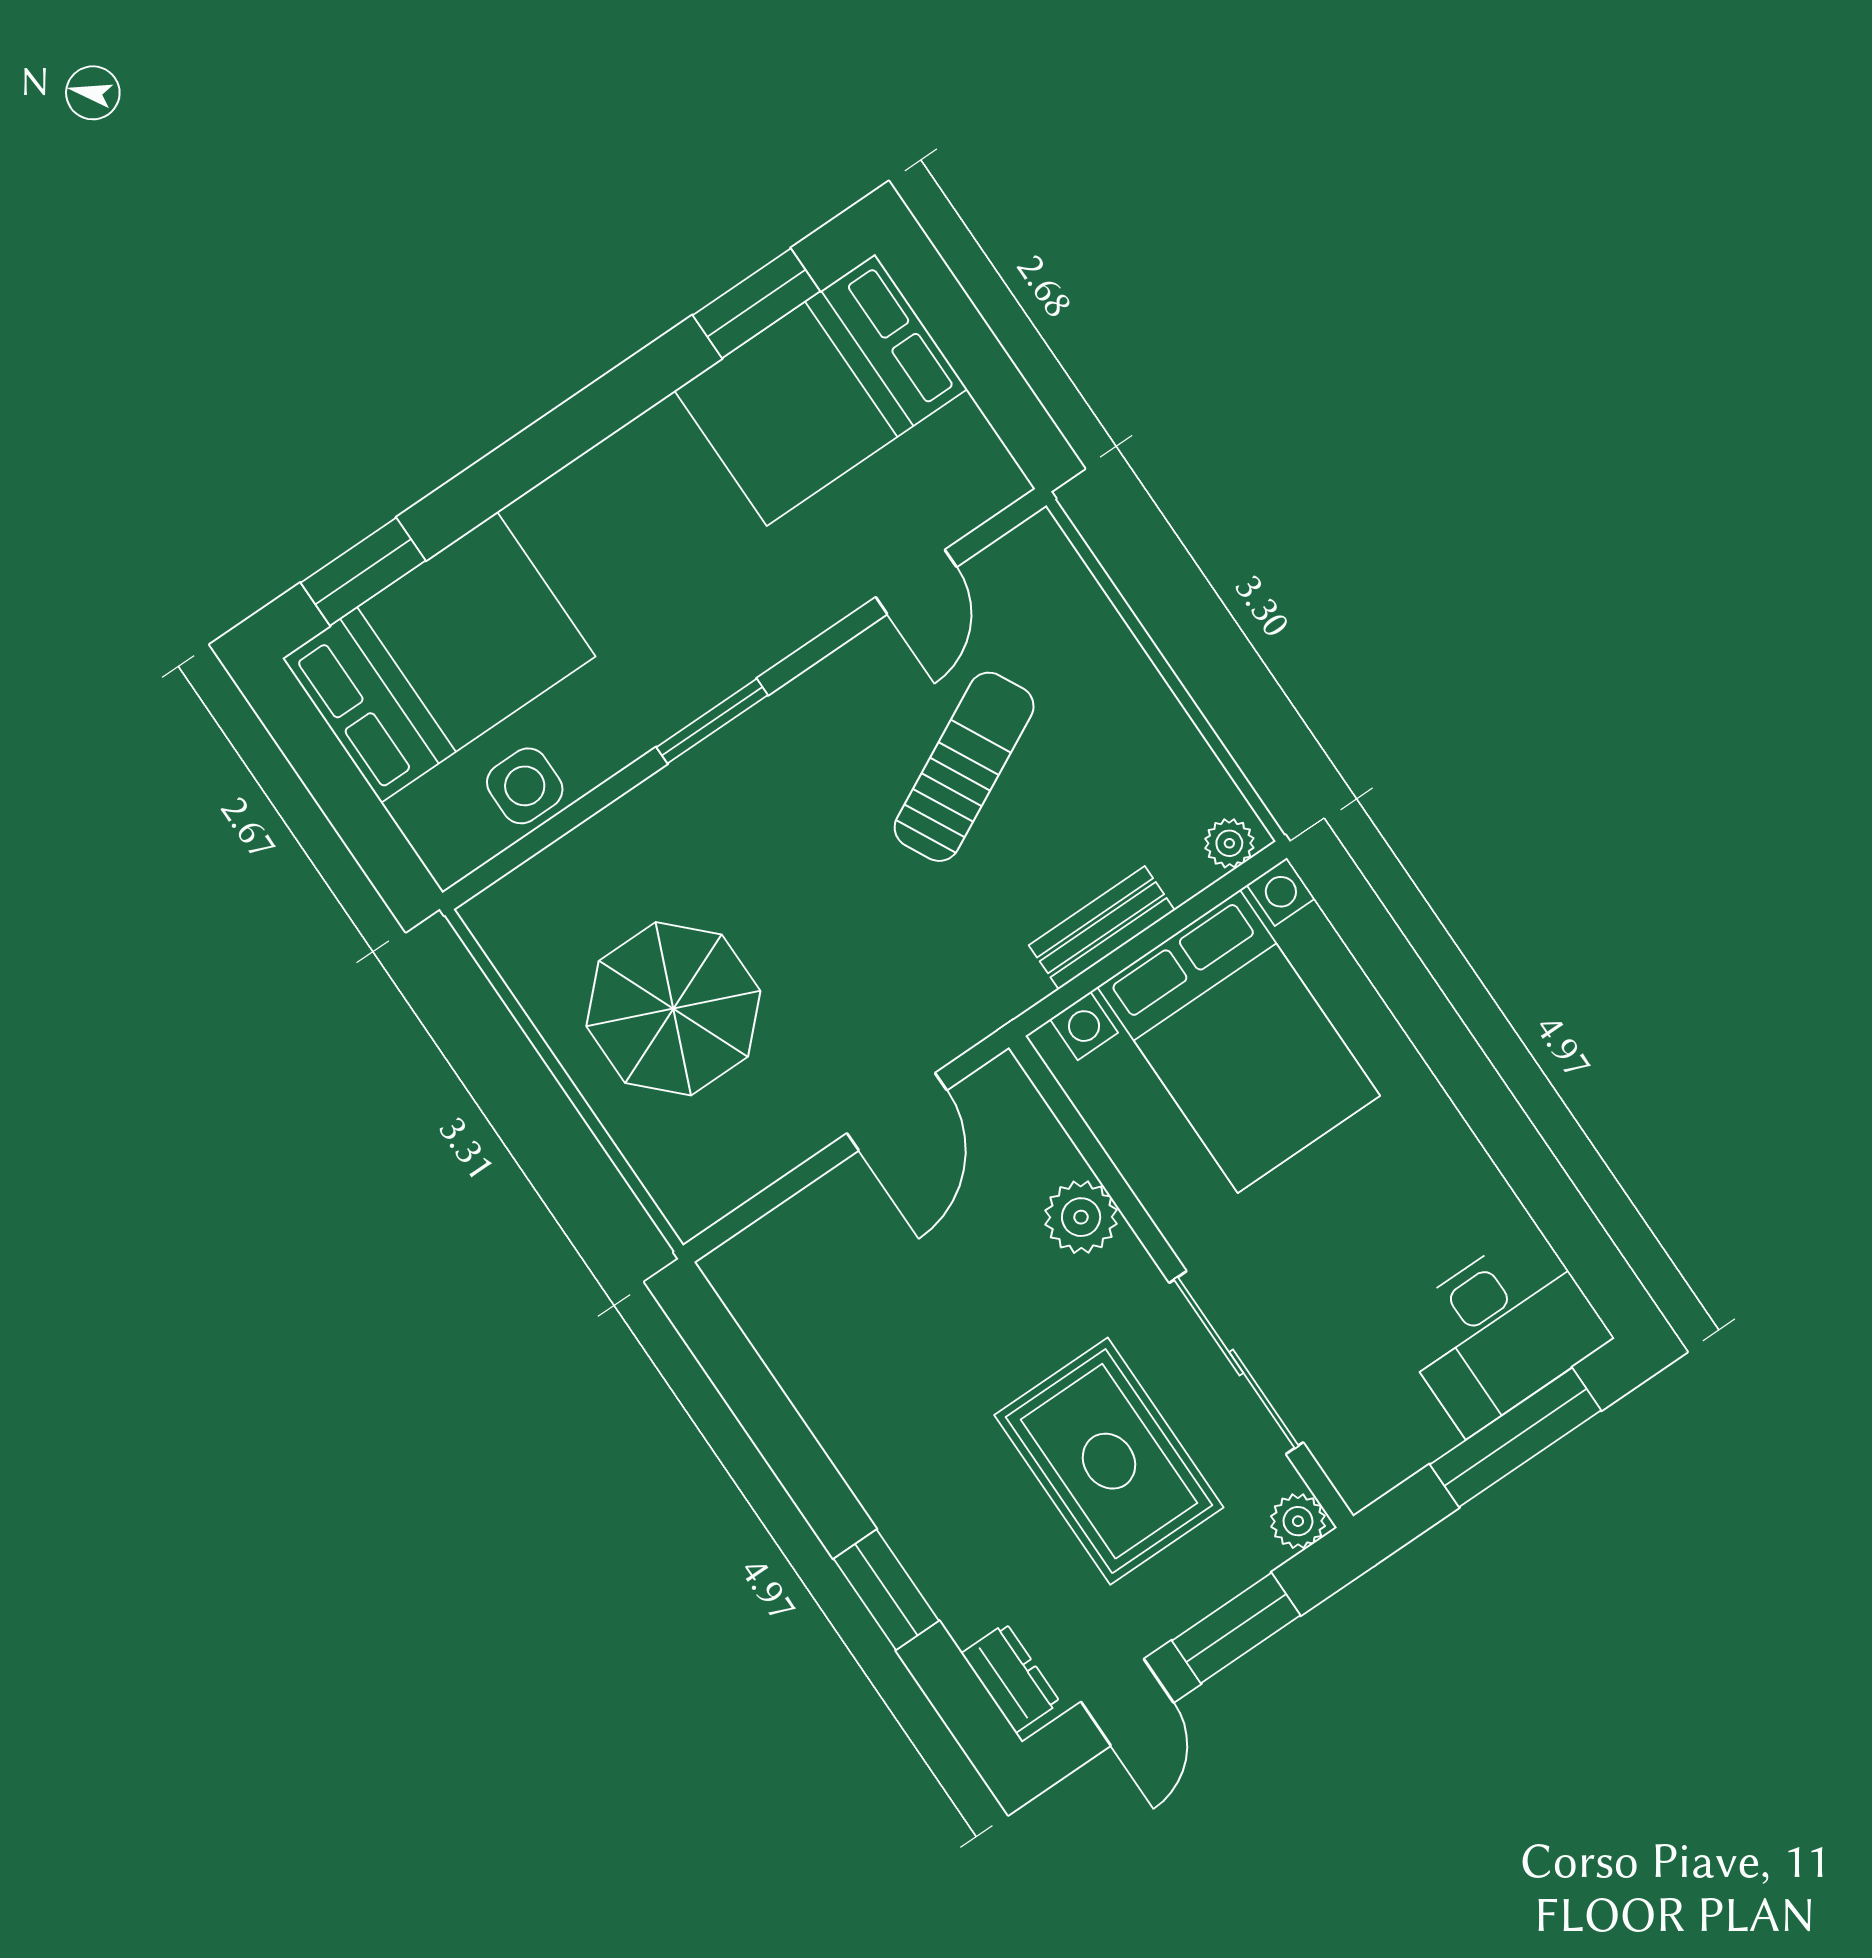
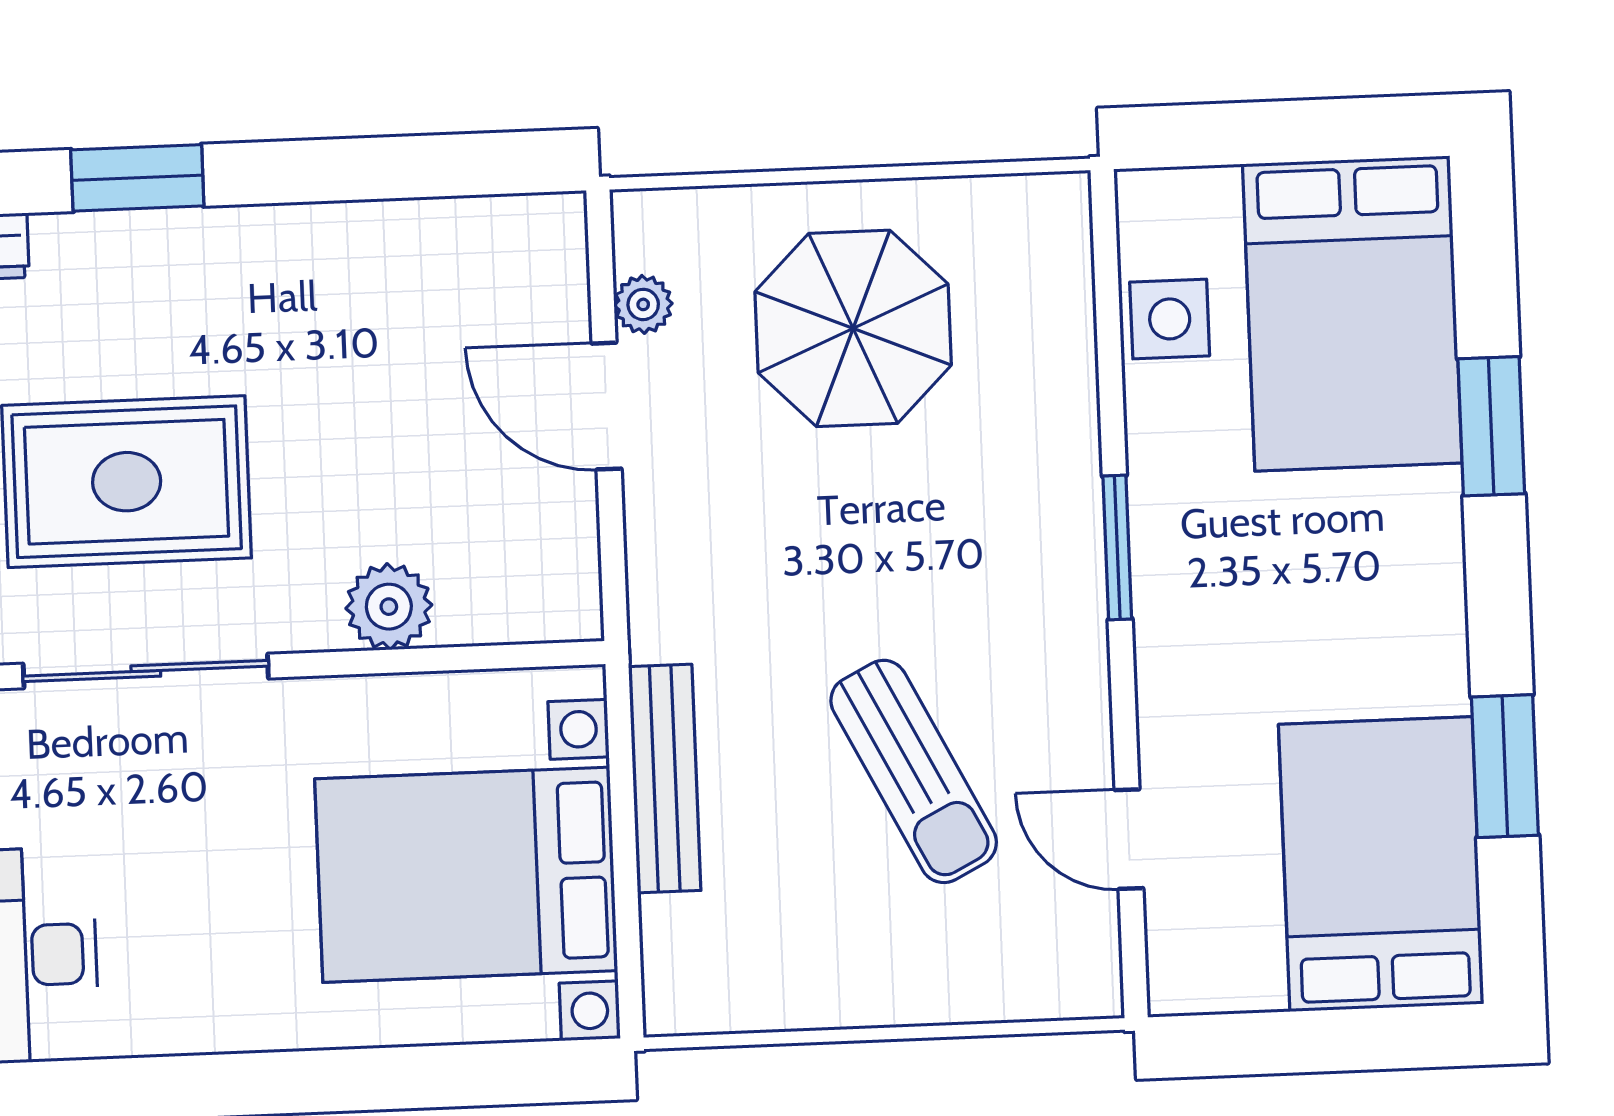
window: (756, 303) -> (1505, 766), moved
window: (363, 572) -> (1491, 426), moved
plant: (1229, 843) -> (643, 304), moved
bench: (1102, 928) -> (665, 779), width x1.36
door: (897, 1112) -> (607, 406), moved

